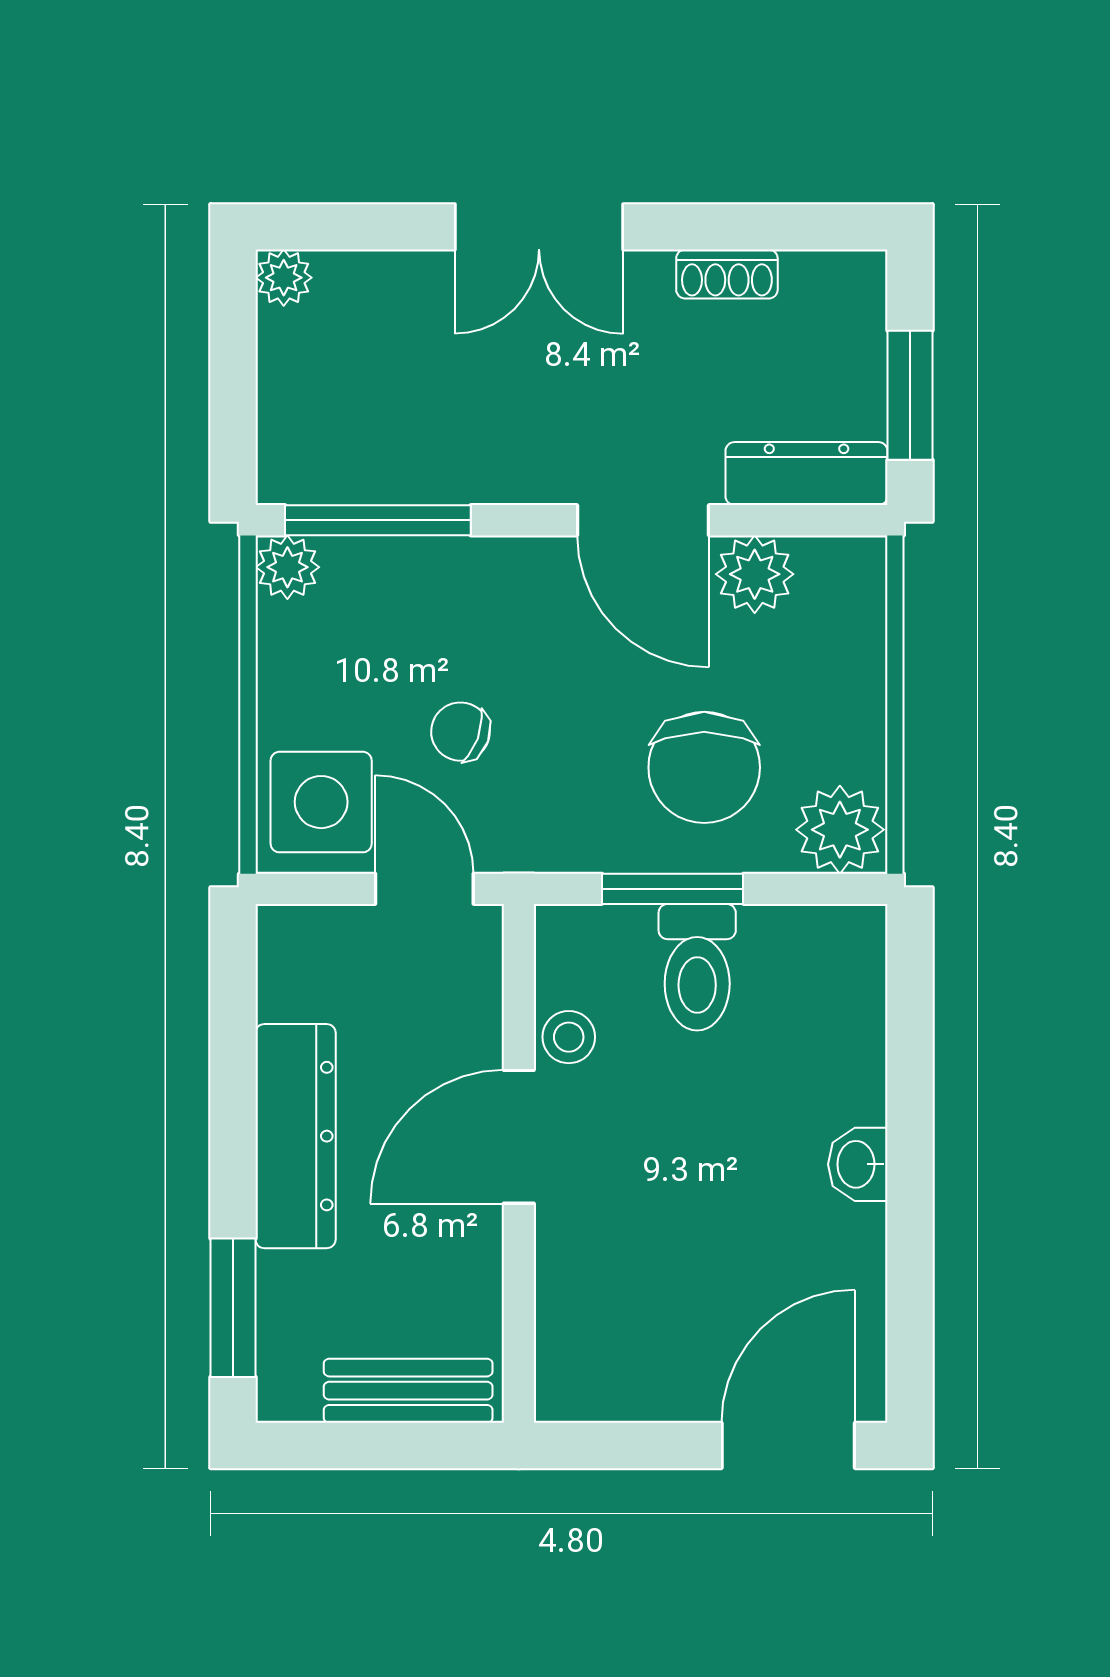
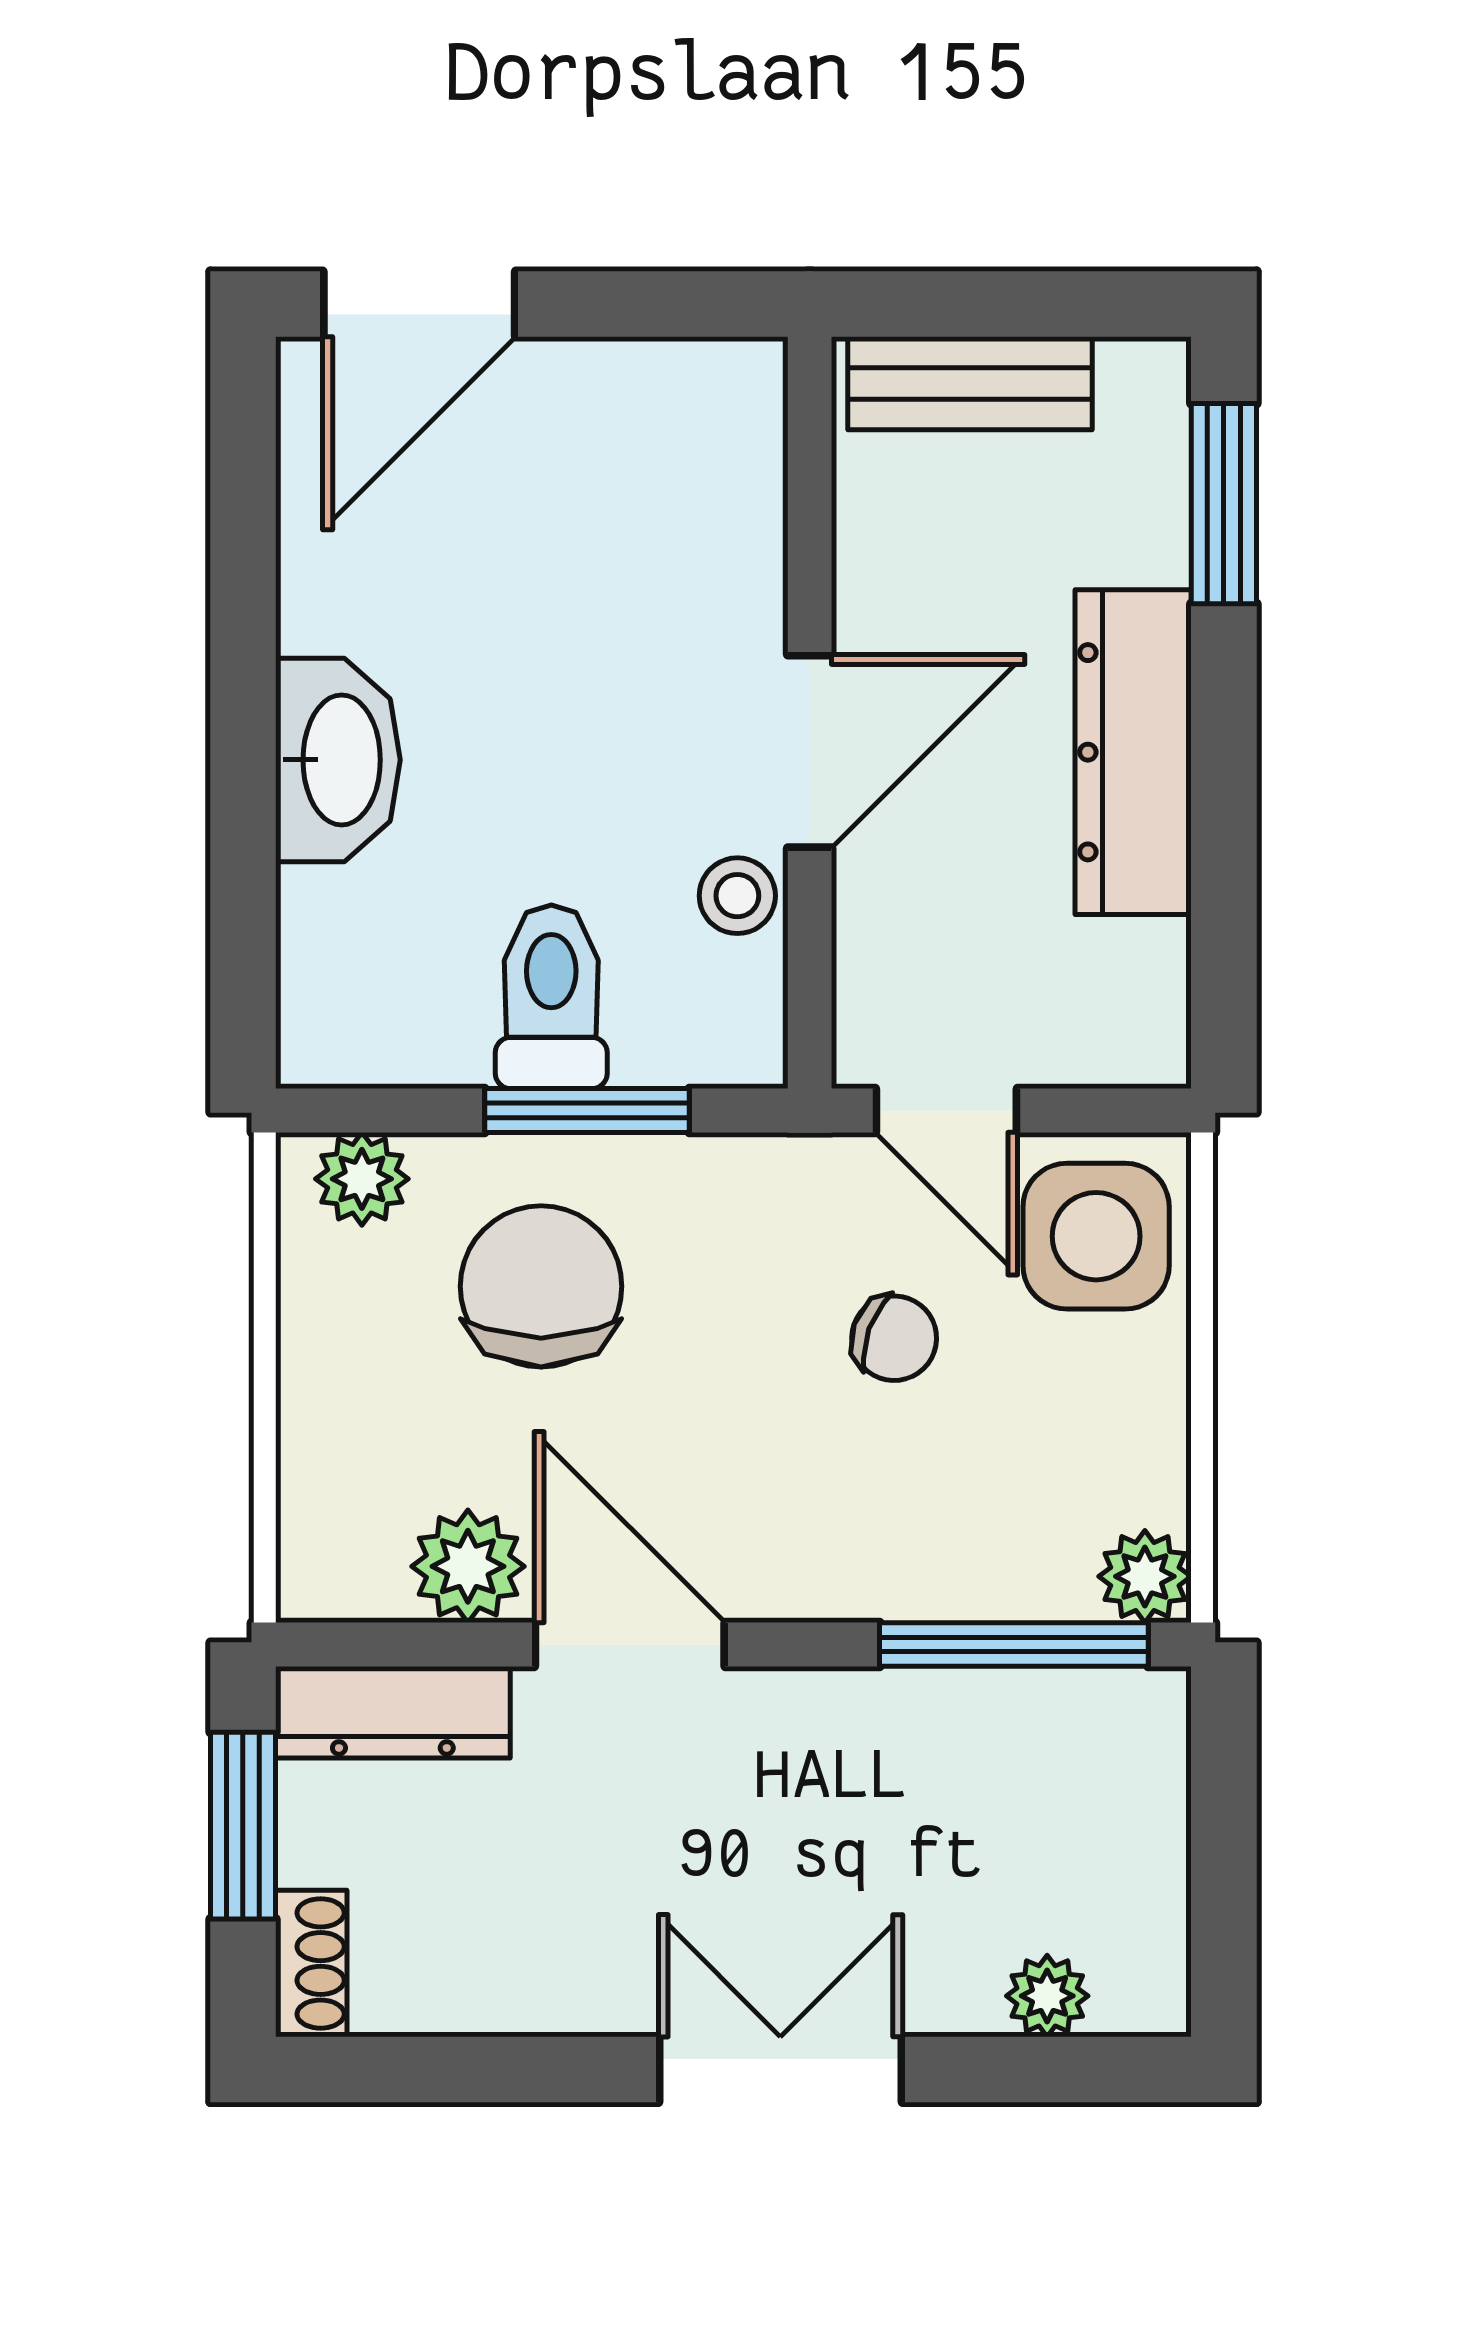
shoe rack: (727, 274) -> (311, 1963), moved, turned 90
plant: (284, 278) -> (1047, 1996), moved
plant: (840, 830) -> (362, 1179), width x0.73, depth x0.73
washbasin: (858, 1164) -> (338, 760), width x1.91, depth x1.45

